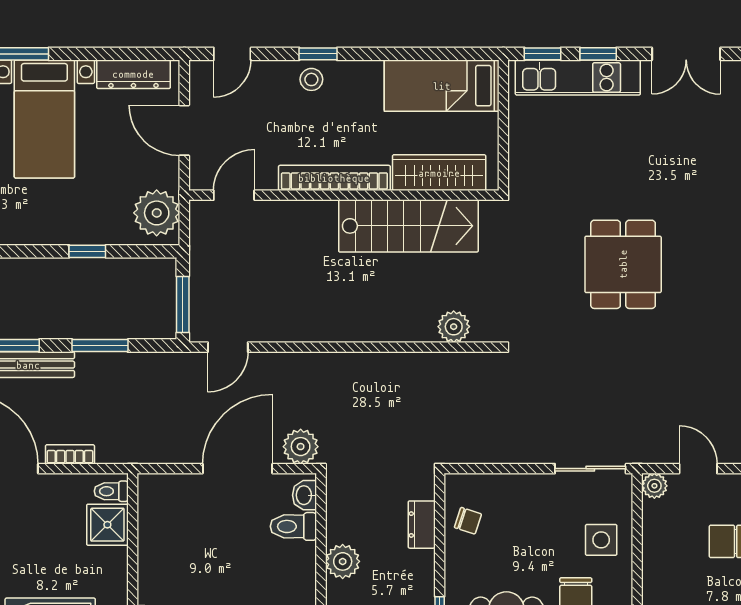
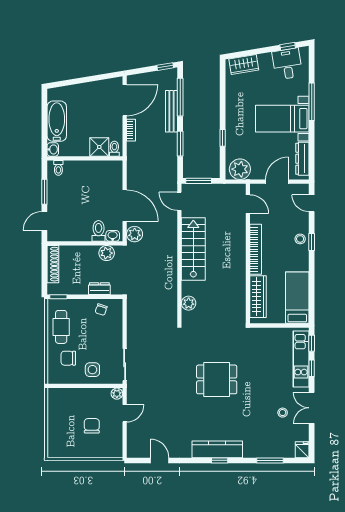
stool: (696, 118) -> (283, 413), added
stairs: (408, 226) -> (193, 249), moved, turned 180
plant: (343, 561) -> (107, 253), moved

